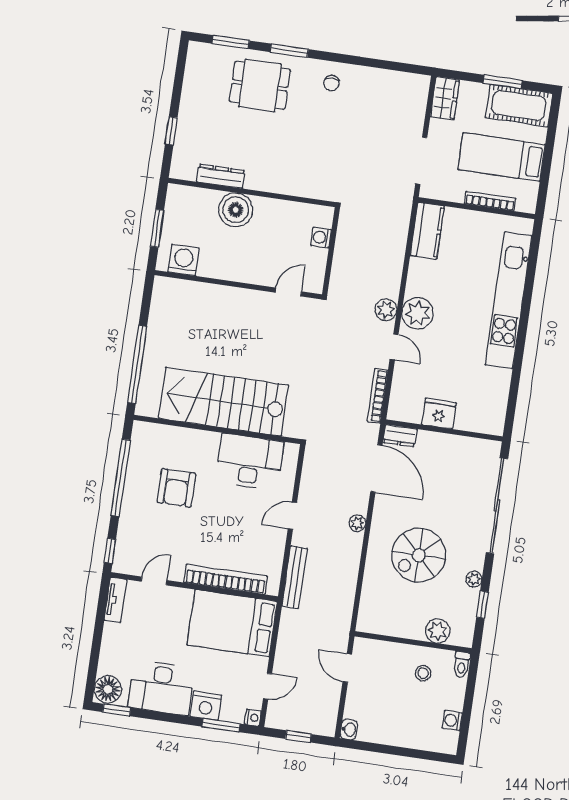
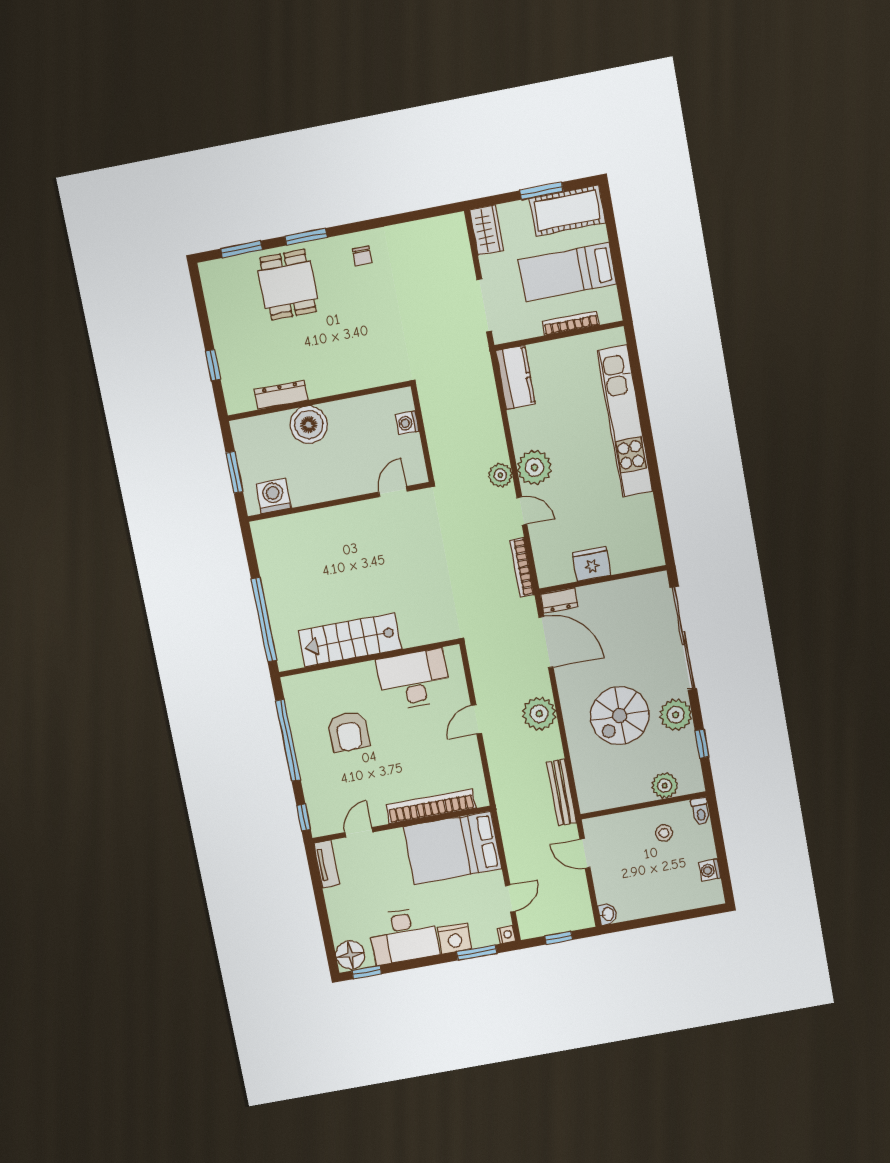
dining table: (260, 85) -> (288, 285), turned 90
stairs: (223, 402) -> (350, 640), width x0.73, depth x0.66
plant: (357, 523) -> (539, 714), width x1.87, depth x1.87
bench: (295, 577) -> (562, 792), moved
plant: (474, 579) -> (676, 715), width x1.88, depth x1.88

